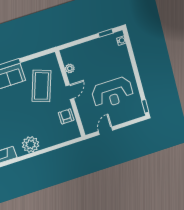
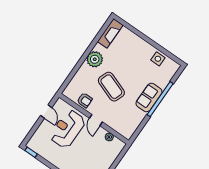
coffee table: (41, 86) -> (111, 87), moved
reception desk: (112, 93) -> (67, 129), moved

